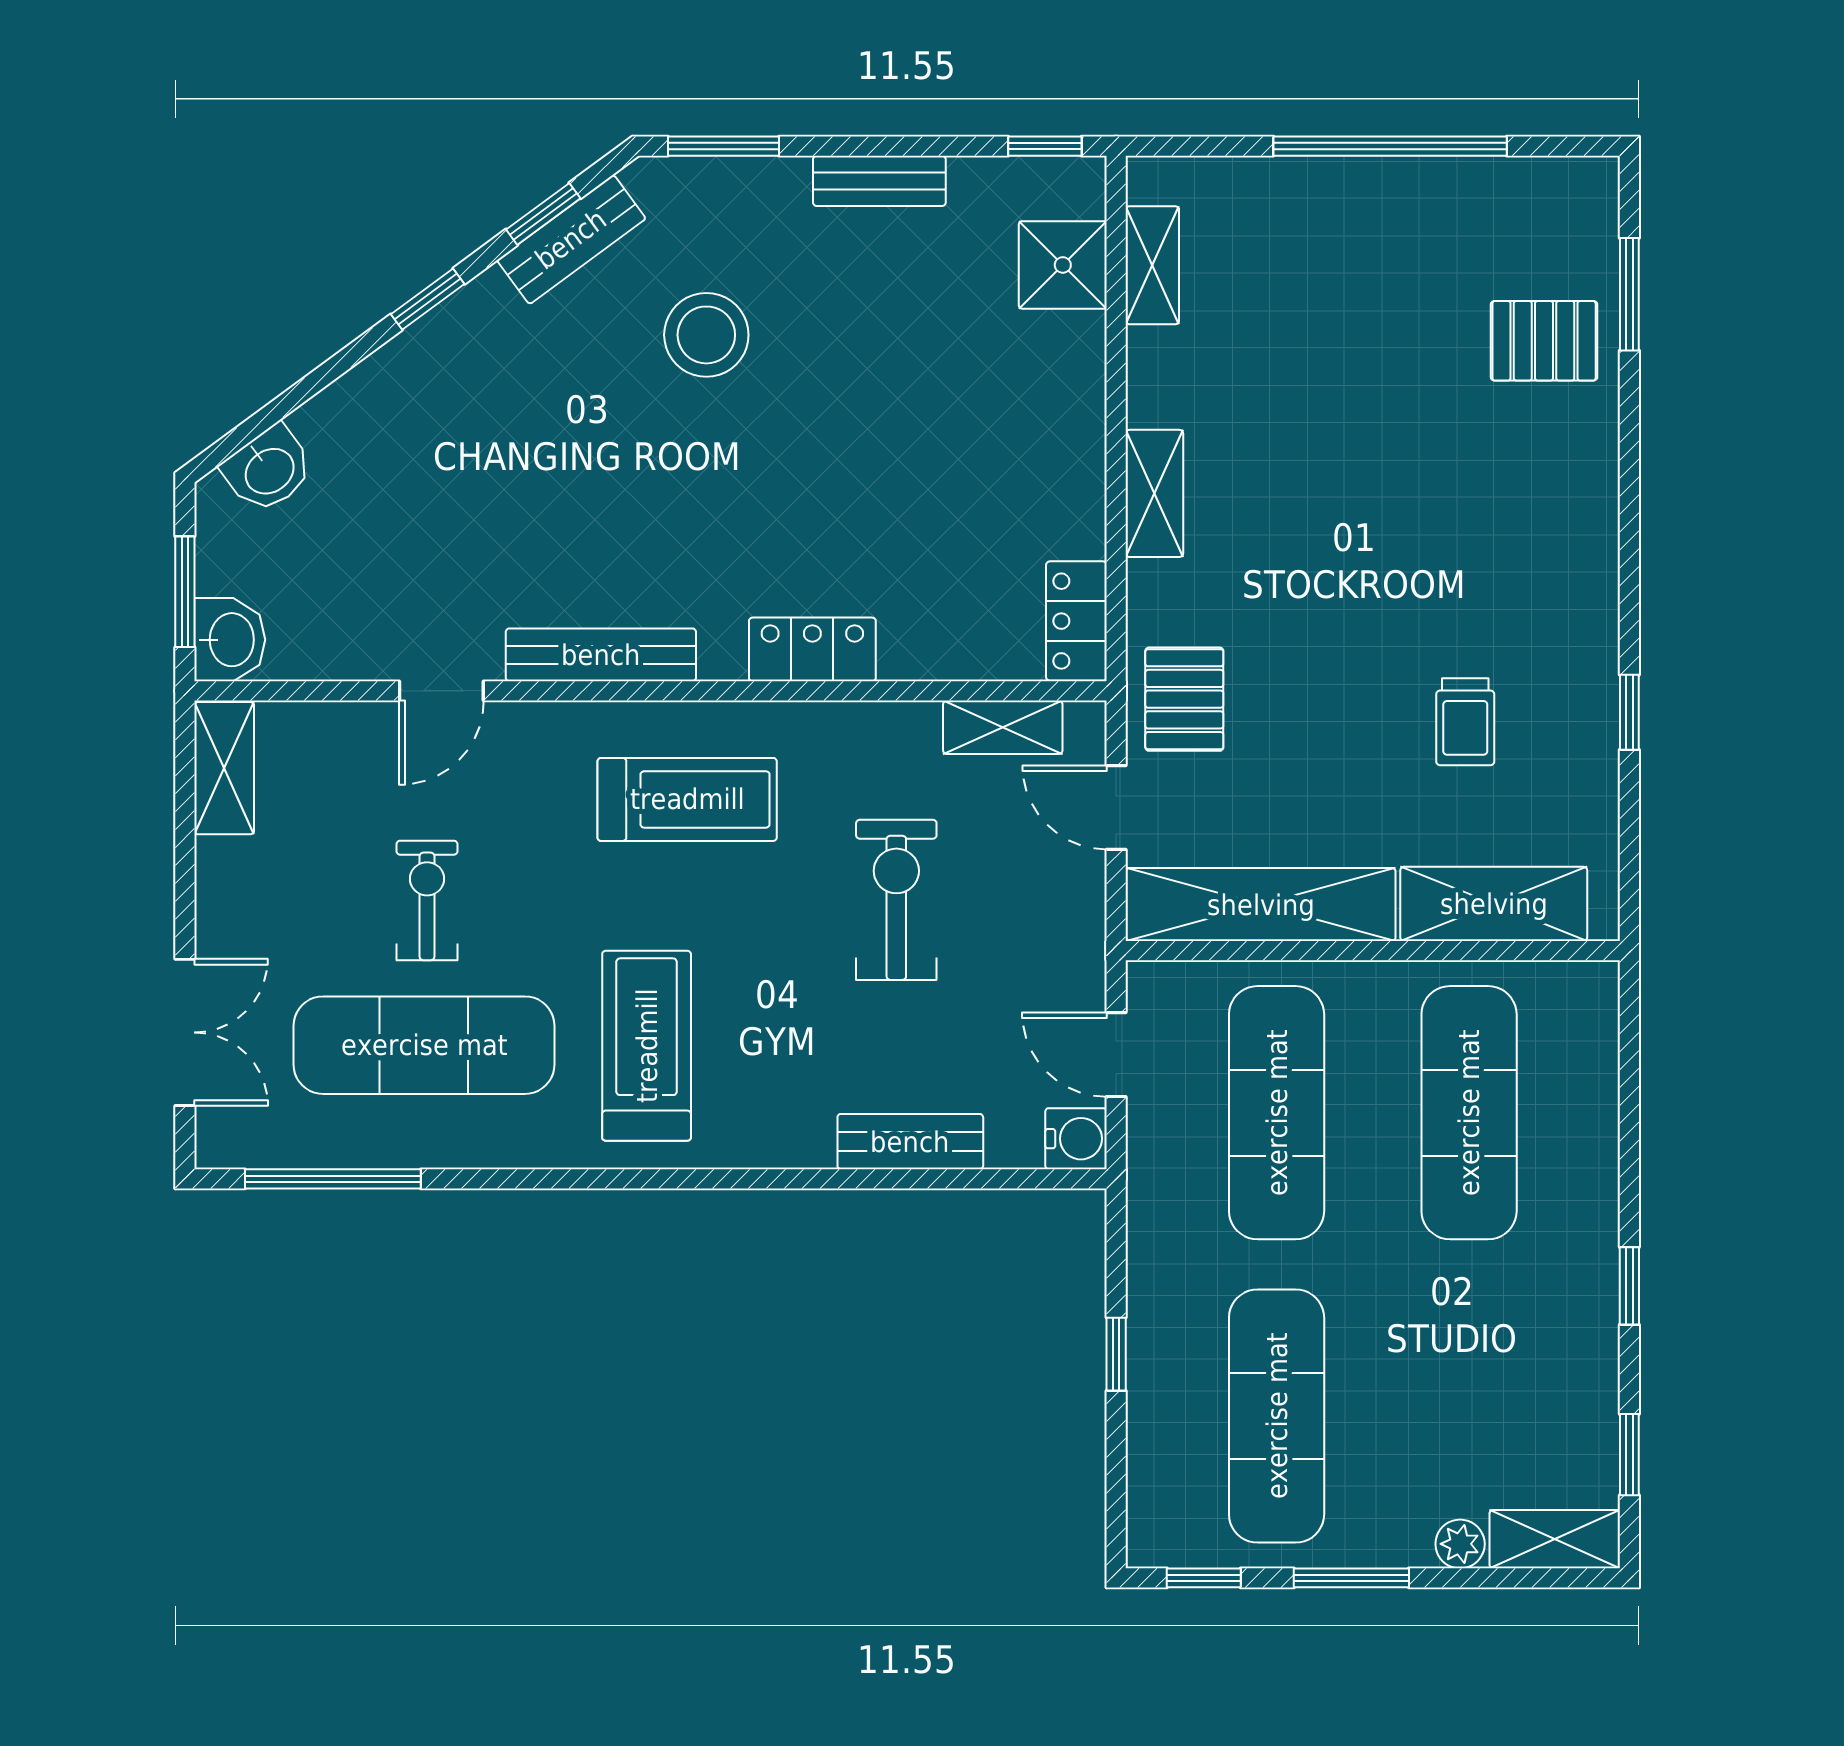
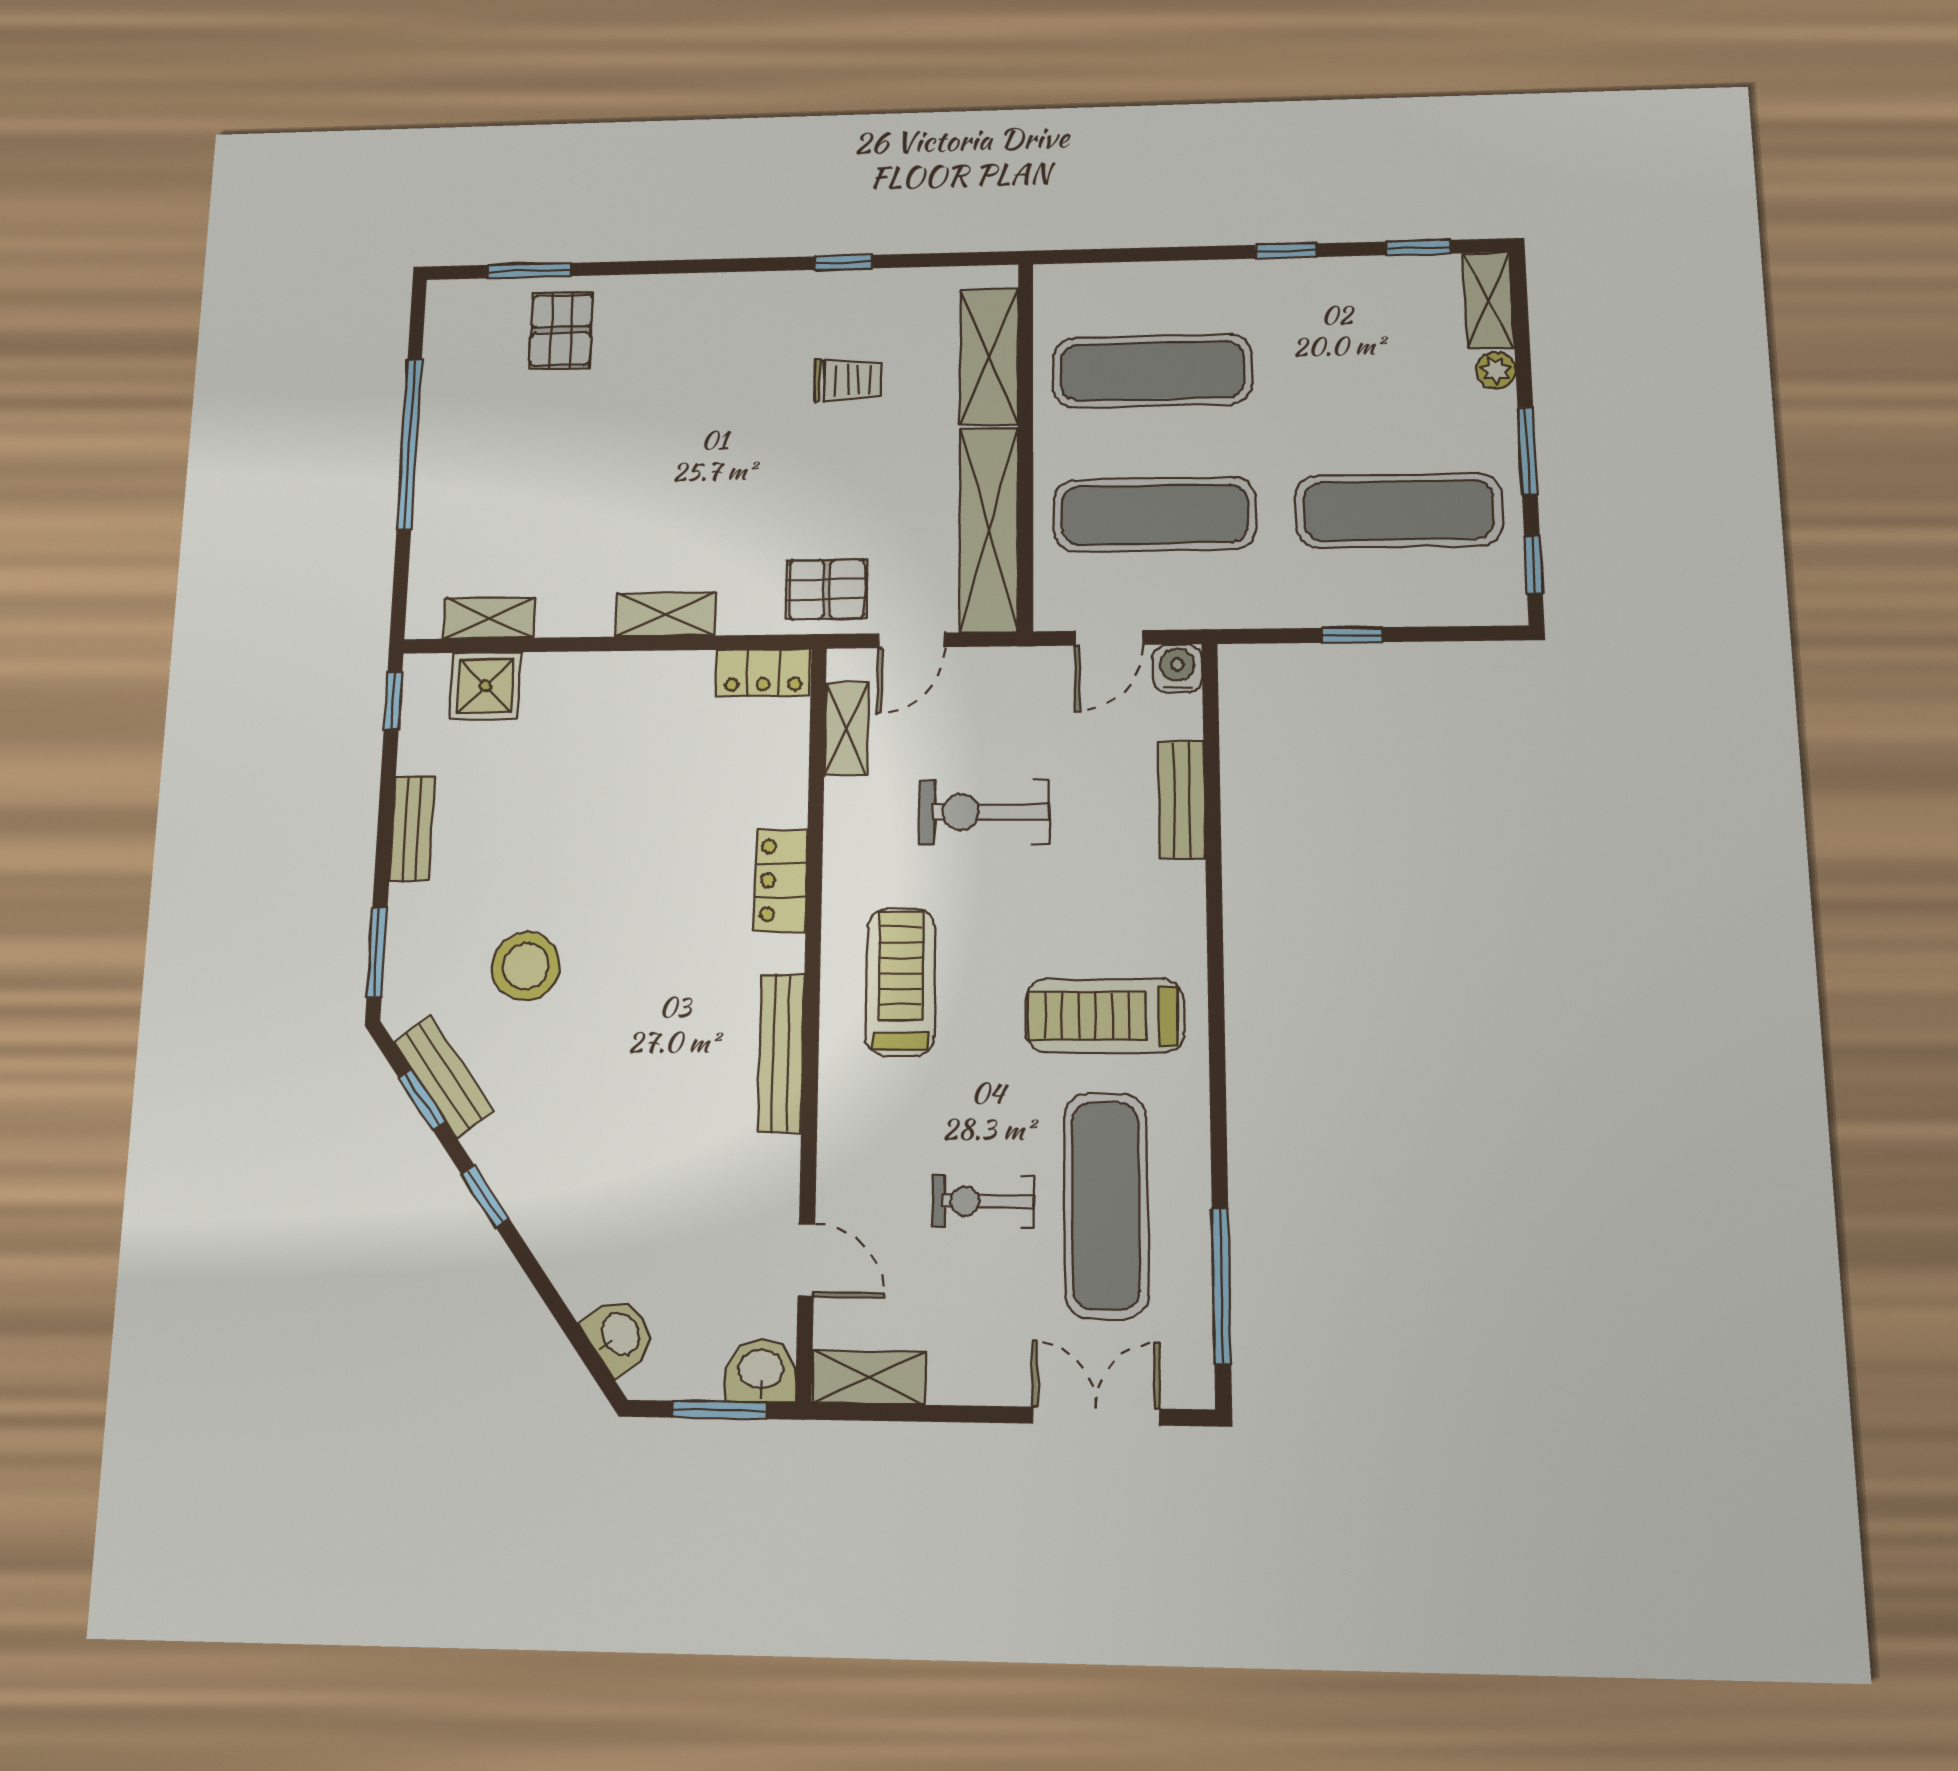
door: (441, 691) -> (806, 1260), moved

